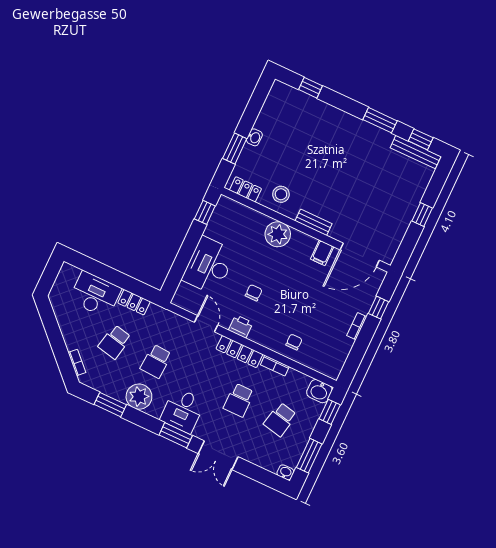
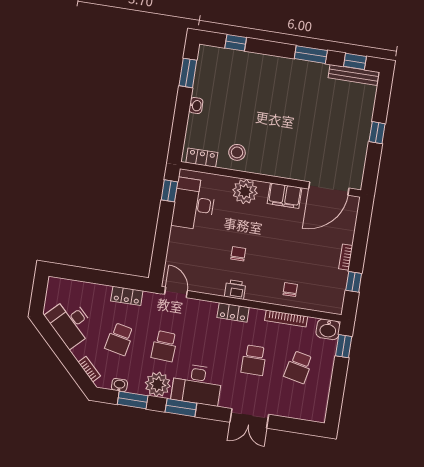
window: (235, 149) -> (188, 73), moved
bench: (313, 222) -> (276, 170), removed
filing cabinet: (322, 253) -> (285, 196), width x2.00
desk: (209, 266) -> (194, 204), moved
desk: (95, 294) -> (70, 323), moved, turned -135
window: (378, 308) -> (354, 282), moved
door: (206, 324) -> (176, 292), moved
locker: (239, 352) -> (233, 312), width x0.66
bookcase: (275, 366) -> (286, 318), width x1.56
desk: (183, 410) -> (197, 385), width x1.37
window: (176, 435) -> (181, 408), moved
window: (309, 456) -> (336, 394), removed
washbasin: (285, 472) -> (119, 385), moved

